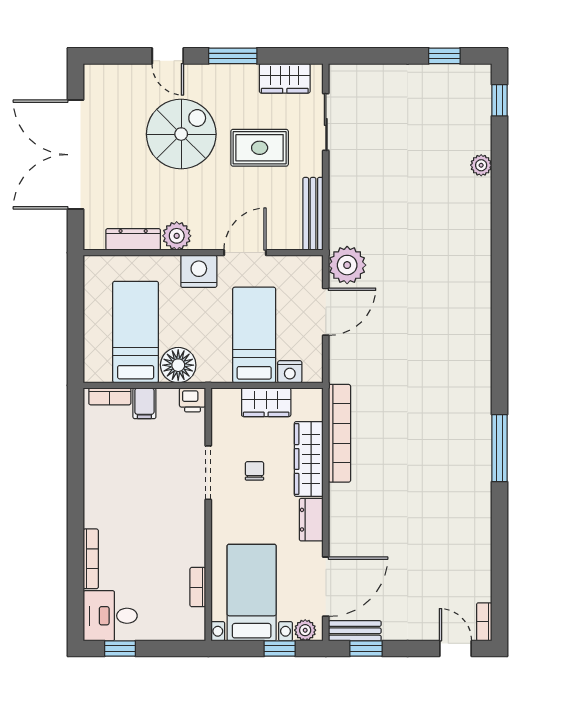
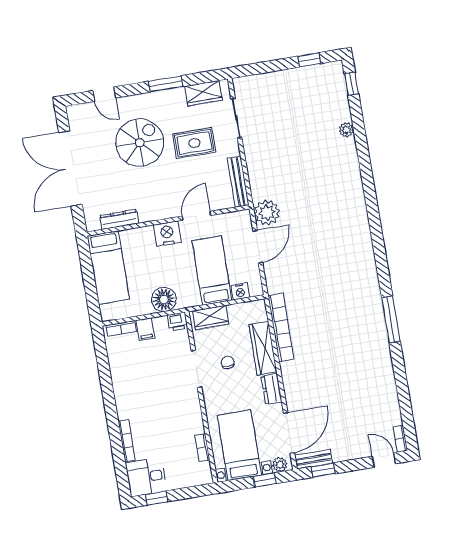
door: (168, 56) -> (104, 94), moved
plant: (177, 236) -> (148, 212), removed
bed: (136, 332) -> (108, 268), moved, turned 180
wardrobe: (266, 402) -> (211, 318), moved

